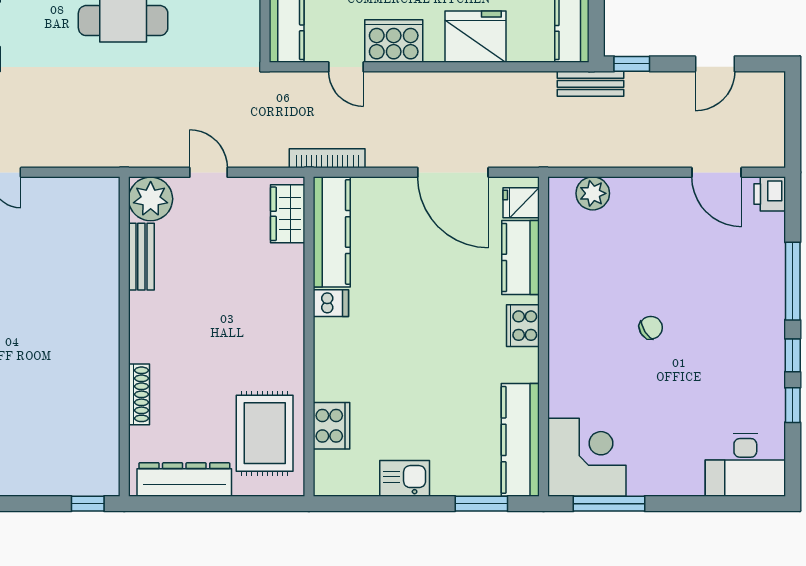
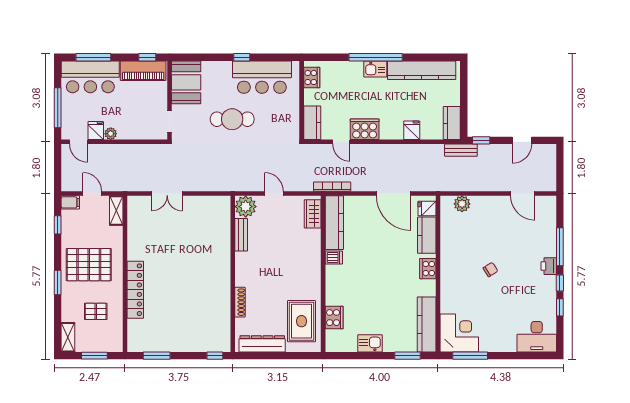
fridge: (476, 37) -> (412, 130), width x0.53, depth x0.75
printer: (770, 194) -> (549, 266), moved

